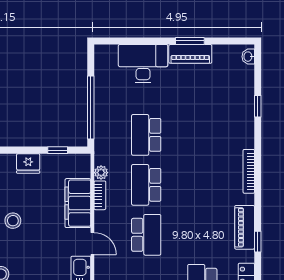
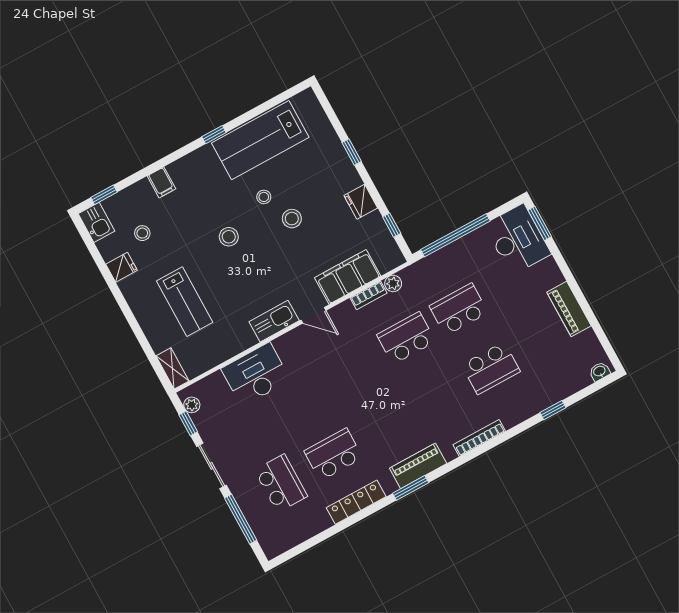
window: (190, 41) -> (540, 223), moved
desk: (143, 64) -> (518, 239), moved
school desk: (146, 235) -> (491, 368), moved
window: (258, 242) -> (411, 488), width x1.50
door: (92, 244) -> (313, 315), hinge flipped

